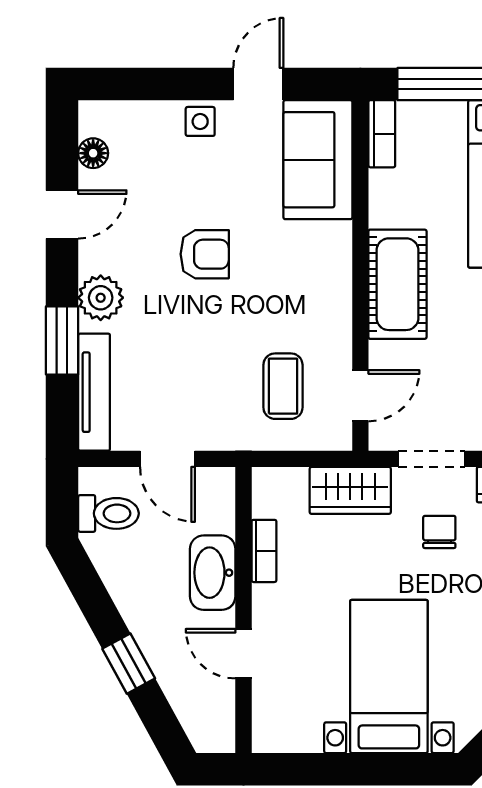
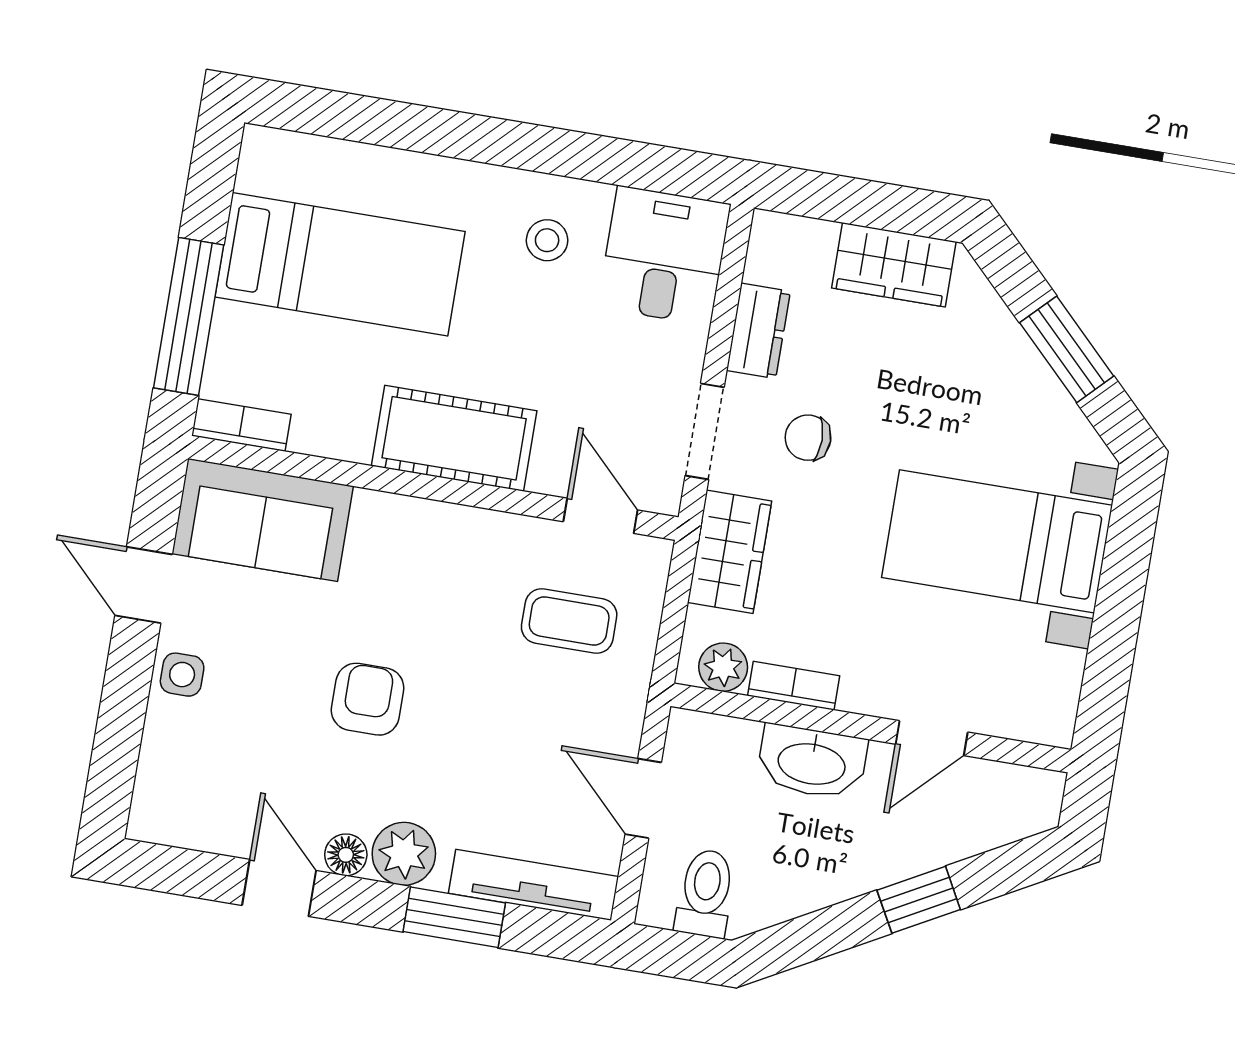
floor lamp: (93, 153) -> (346, 855), moved
door: (168, 459) -> (643, 798), swing flipped
plant: (269, 499) -> (723, 667), added

